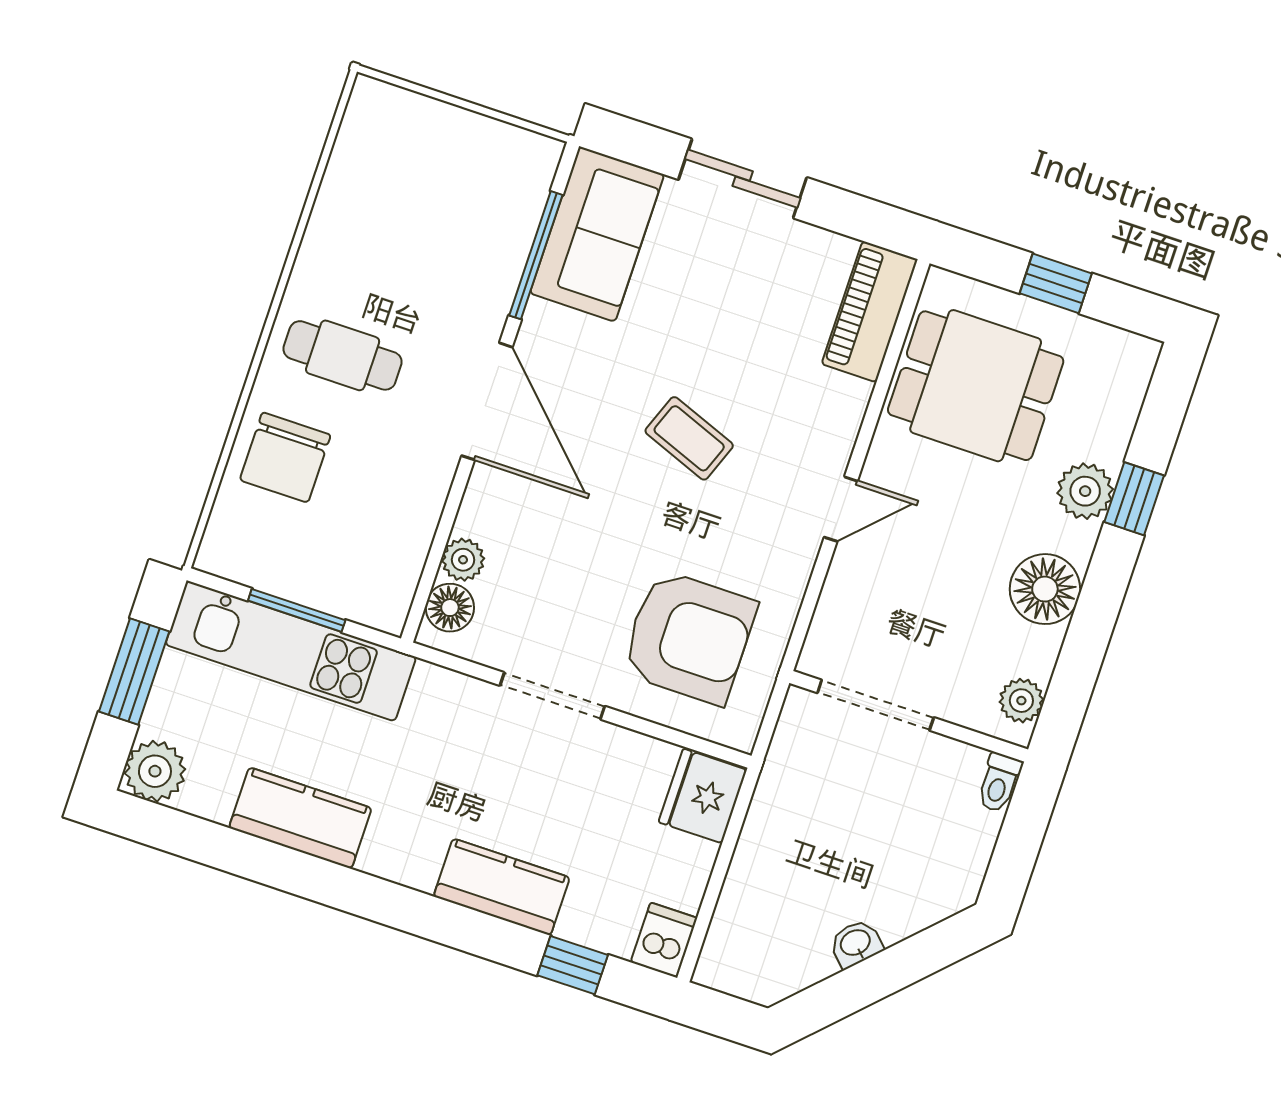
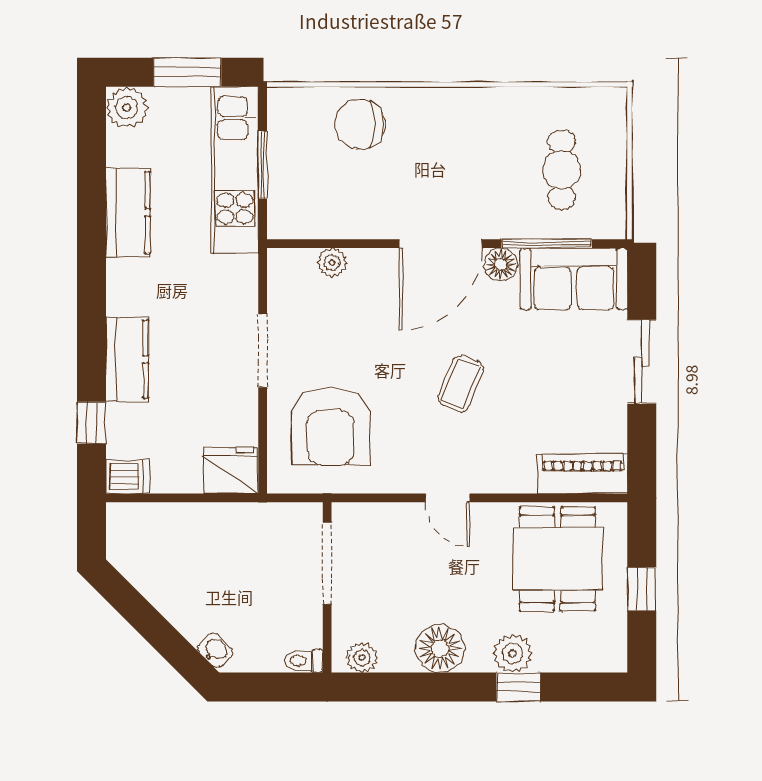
cafe table: (343, 355) -> (561, 170), moved
floor lamp: (450, 608) -> (501, 264), moved
washbasin: (856, 943) -> (215, 650), moved

